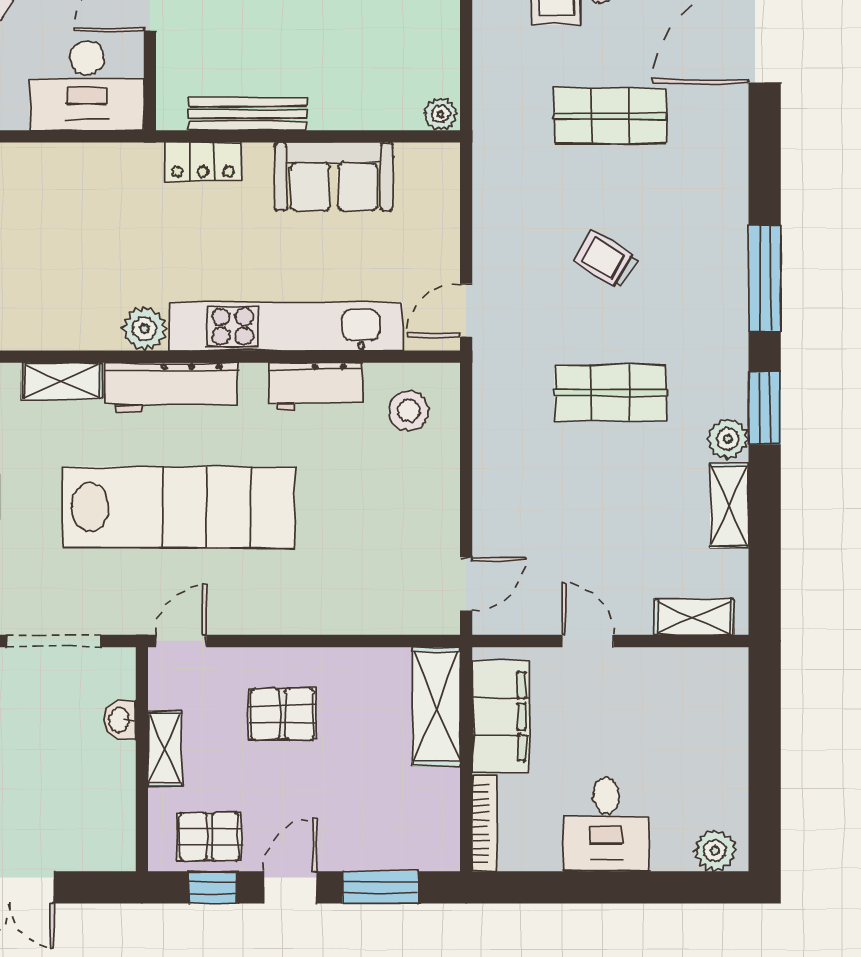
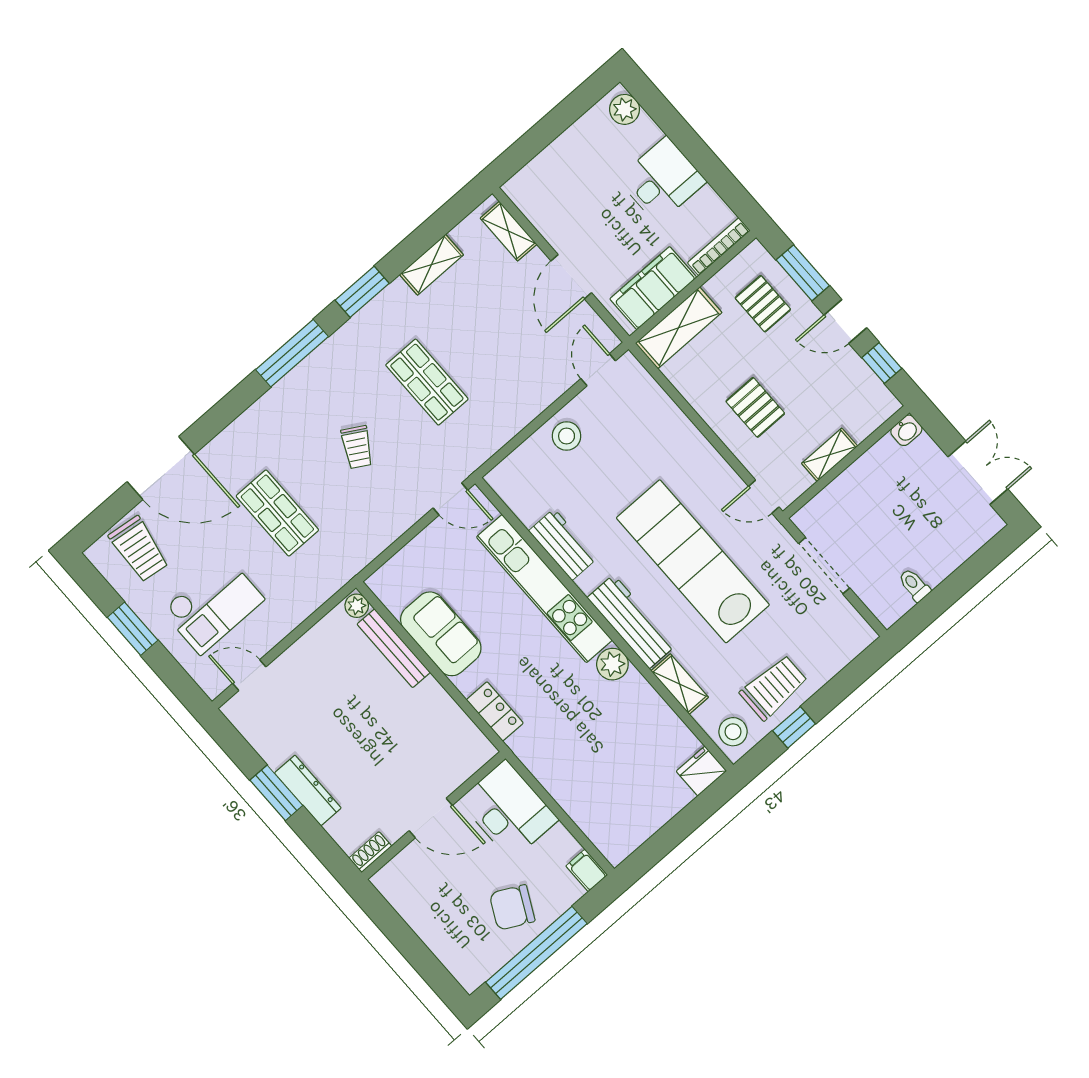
bench: (248, 114) -> (394, 648), moved
stool: (408, 411) -> (567, 436), moved
plant: (728, 439) -> (396, 297), removed
door: (466, 584) -> (598, 370), hinge flipped
door: (588, 641) -> (571, 277), width x1.38
washbasin: (120, 720) -> (906, 430), moved
pallet: (209, 837) -> (763, 304), moved

